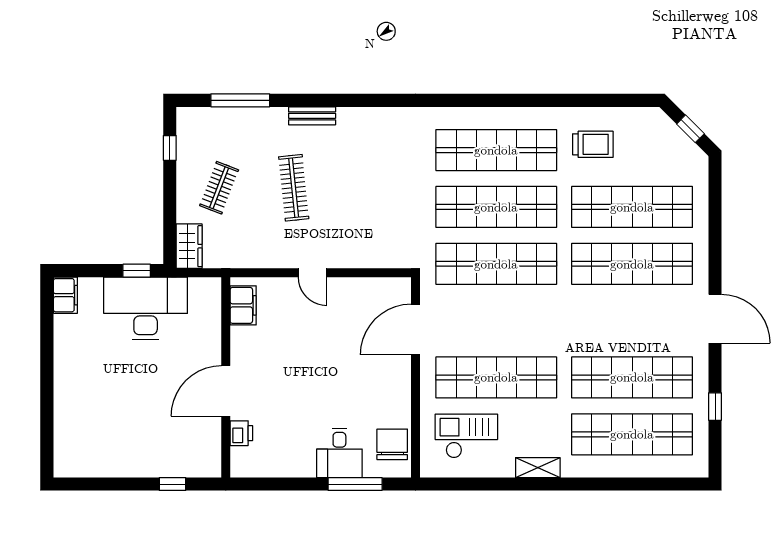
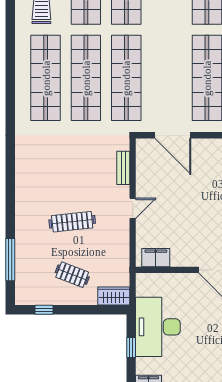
bench: (312, 116) -> (123, 168), moved
window: (137, 271) -> (131, 348), moved

